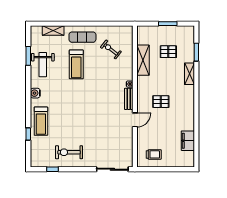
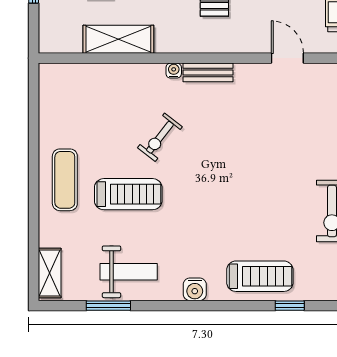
shelving: (53, 31) -> (50, 273), moved
exercise bike: (111, 49) -> (160, 137), moved
door: (135, 120) -> (287, 58), moved

